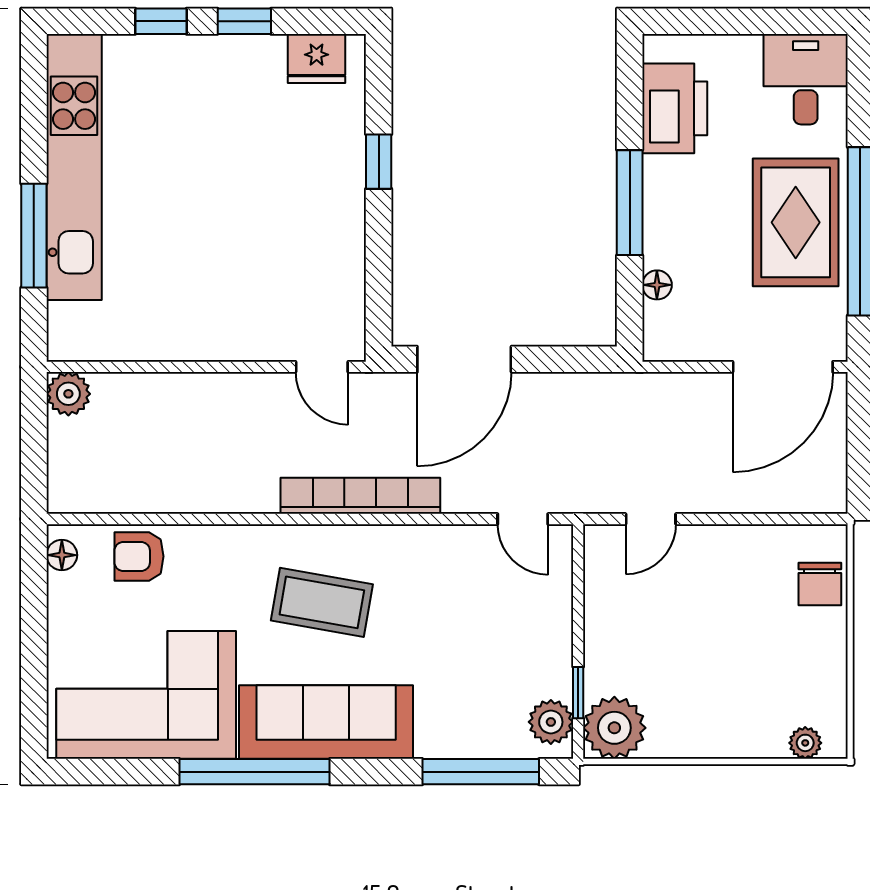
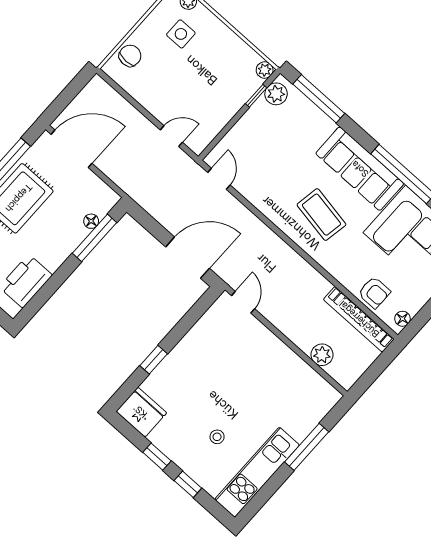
fridge: (317, 58) -> (141, 412), width x1.36, depth x1.34
stool: (181, 131) -> (217, 437), added
kitchen unit: (74, 167) -> (257, 472), width x0.73
window: (630, 203) -> (94, 238), moved
plant: (68, 394) -> (322, 355), moved
bookcase: (360, 496) -> (359, 319), moved
side table: (773, 684) -> (181, 34), added
plant: (614, 728) -> (265, 70), width x0.53, depth x0.53

